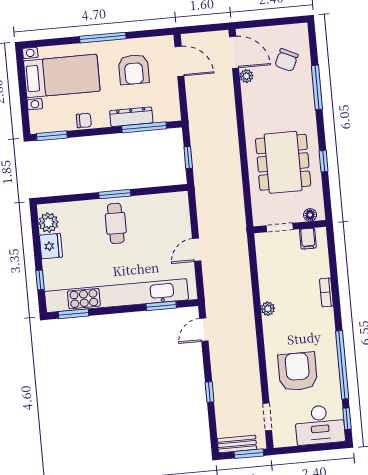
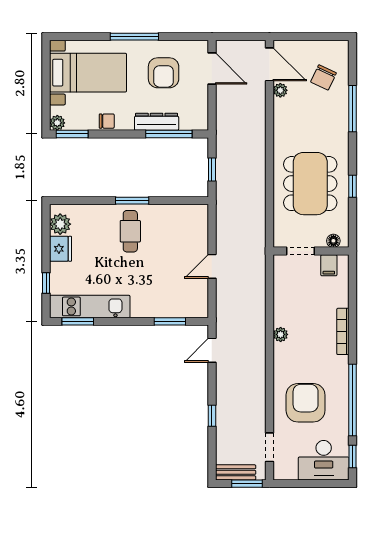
plant: (37, 126) -> (57, 123), added
bookcase: (326, 292) -> (343, 331), width x1.56
kitchen unit: (117, 296) -> (90, 306), width x0.54

